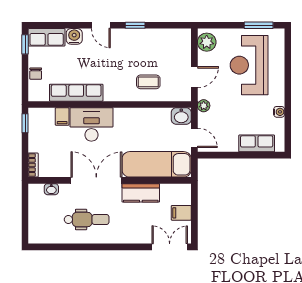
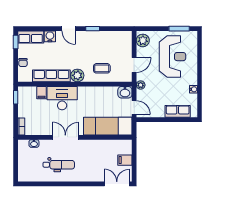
reception desk: (249, 65) -> (172, 57), turned 180
plant: (113, 92) -> (77, 75), added
double door: (96, 180) -> (65, 137), width x0.73
kitchen counter: (141, 193) -> (97, 146), removed

